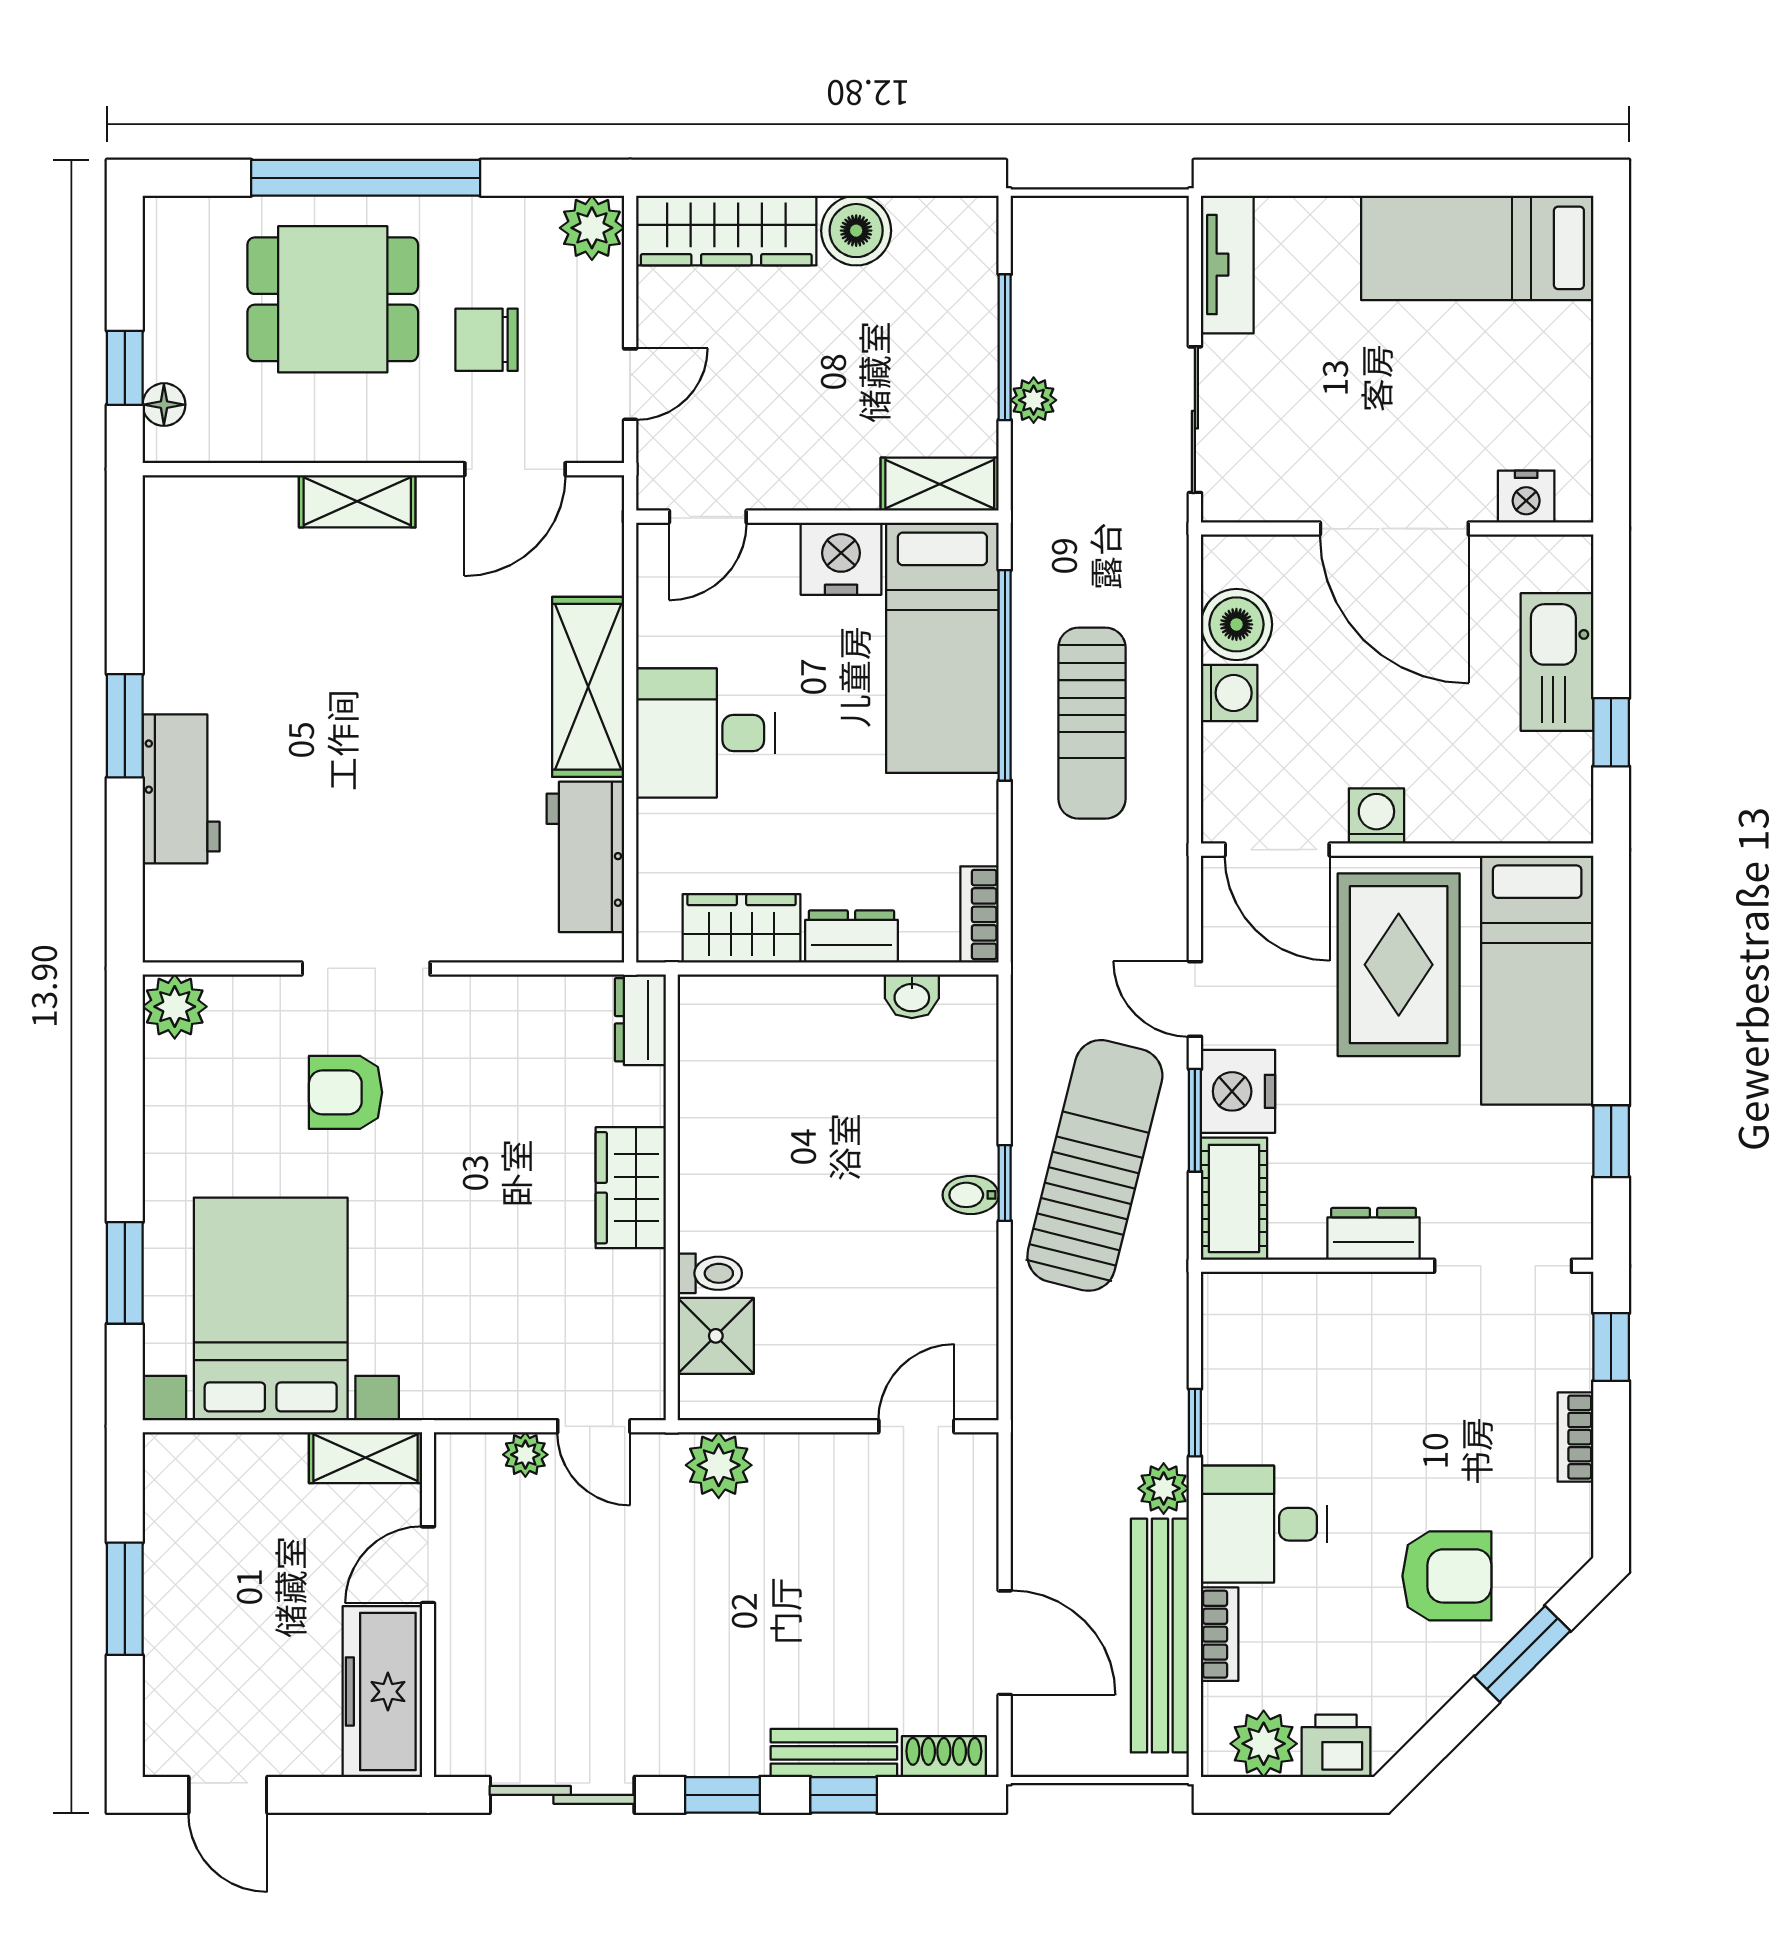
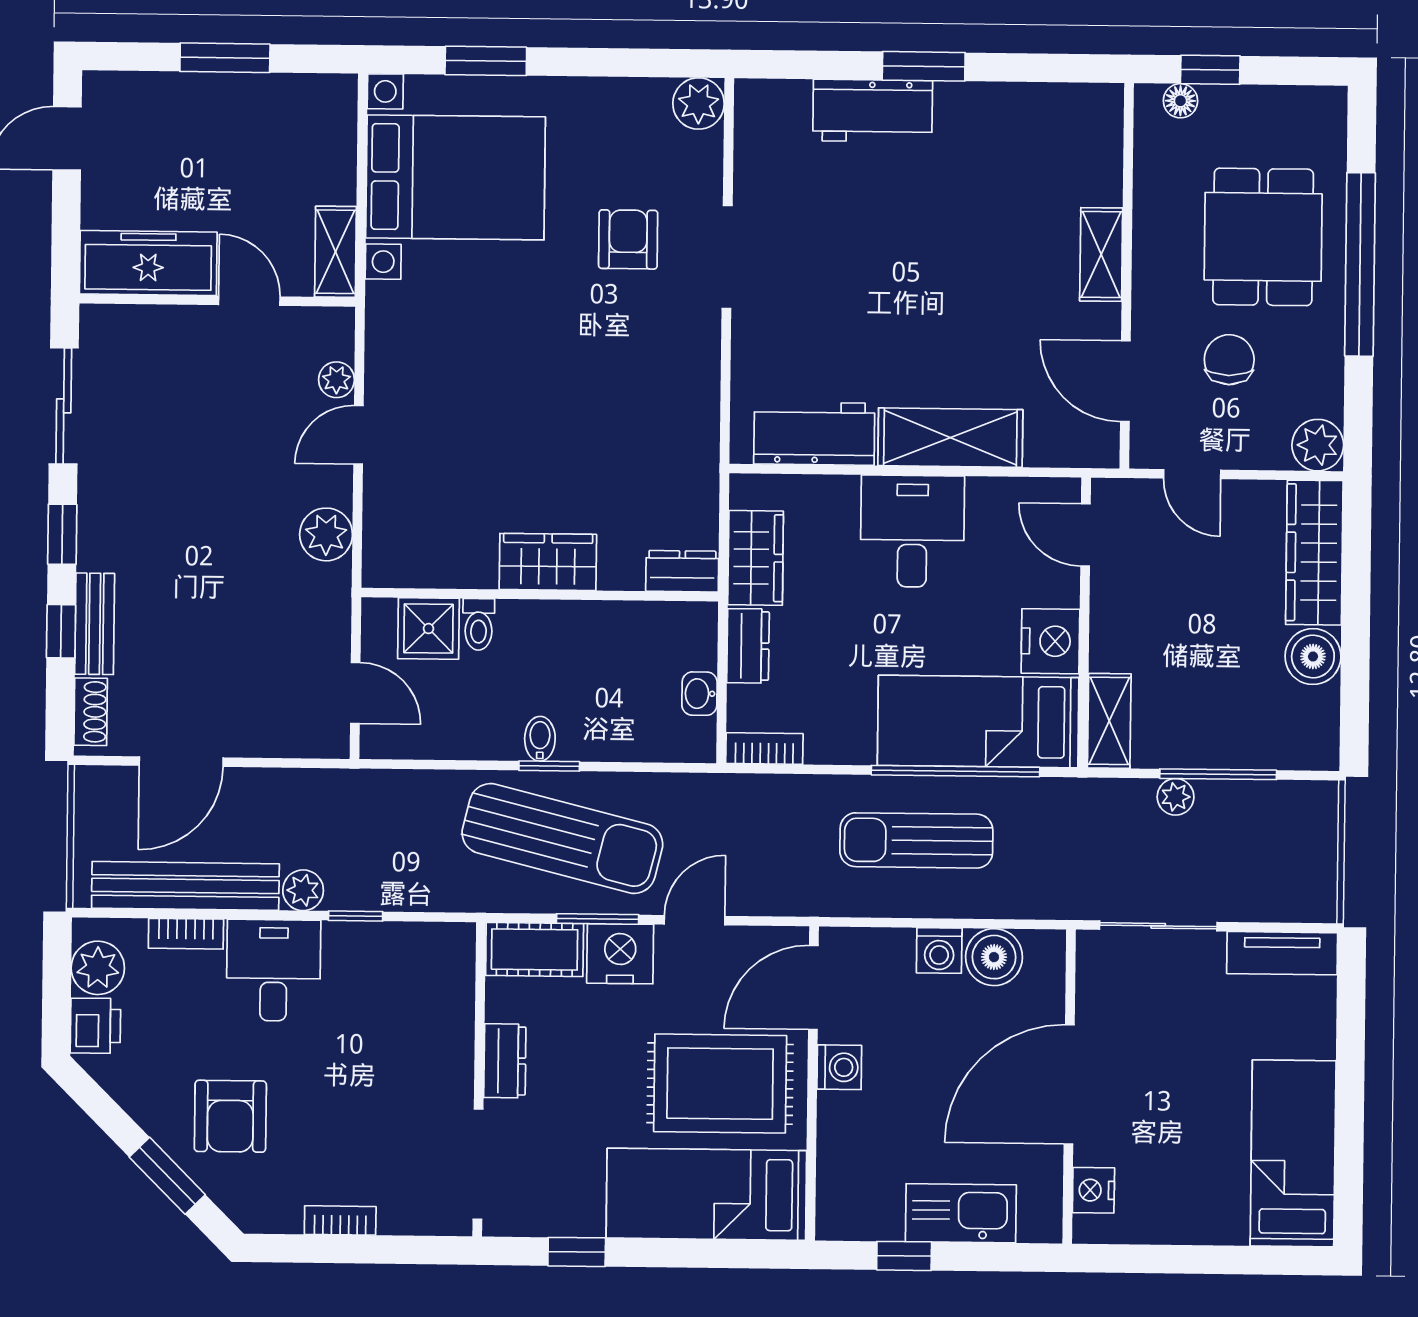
dresser: (640, 1020) -> (682, 571), moved
wardrobe: (631, 1188) -> (548, 562), moved
wall: (672, 1197) -> (540, 595), moved
toilet: (710, 1273) -> (479, 624), moved
shower: (716, 1336) -> (428, 629), moved
window: (1611, 1347) -> (412, 1250), removed

